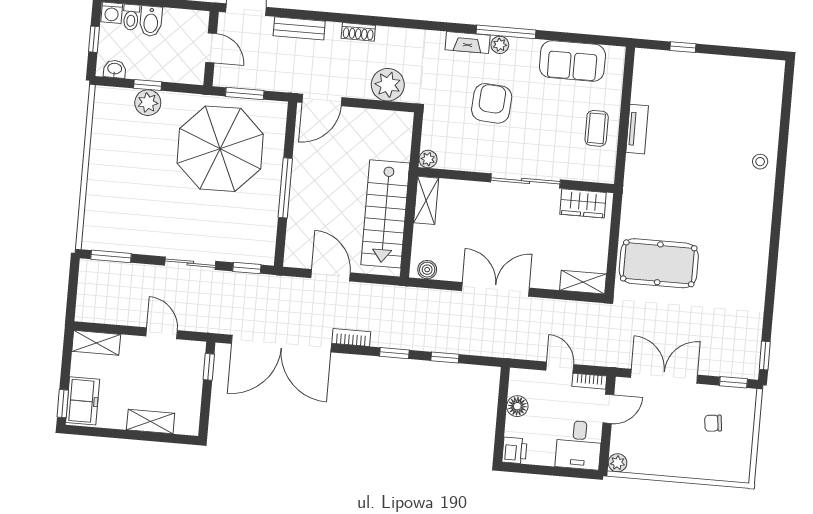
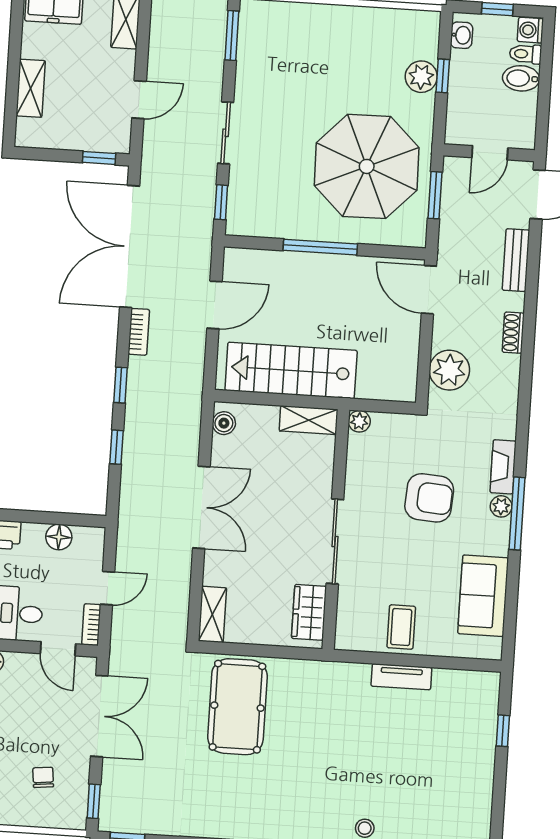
coffee table: (597, 128) -> (401, 627), turned 90

